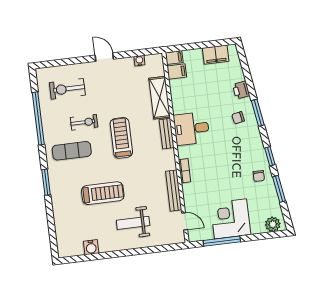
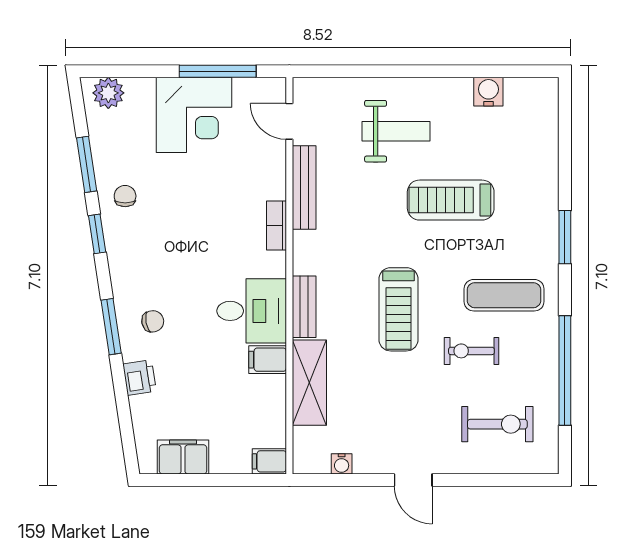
filing cabinet: (177, 71) -> (268, 360), moved

